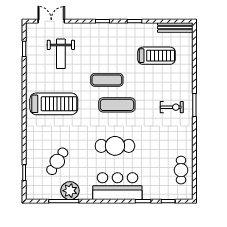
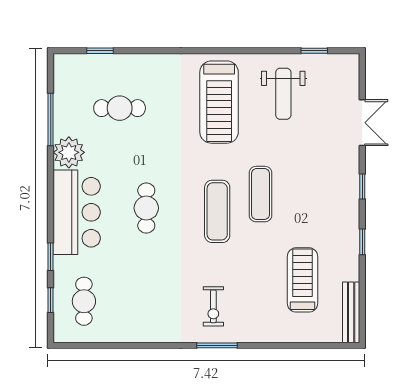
double door: (51, 21) -> (362, 123), moved
weight bench: (61, 54) -> (283, 94), moved, turned -90
treadmill: (156, 56) -> (303, 280), turned 180
cafe table: (115, 146) -> (146, 208), width x0.73, depth x0.74
cafe table: (57, 161) -> (120, 108), turned -33
cafe table: (181, 170) -> (84, 301), moved, turned 90
plant: (70, 191) -> (69, 152), moved

